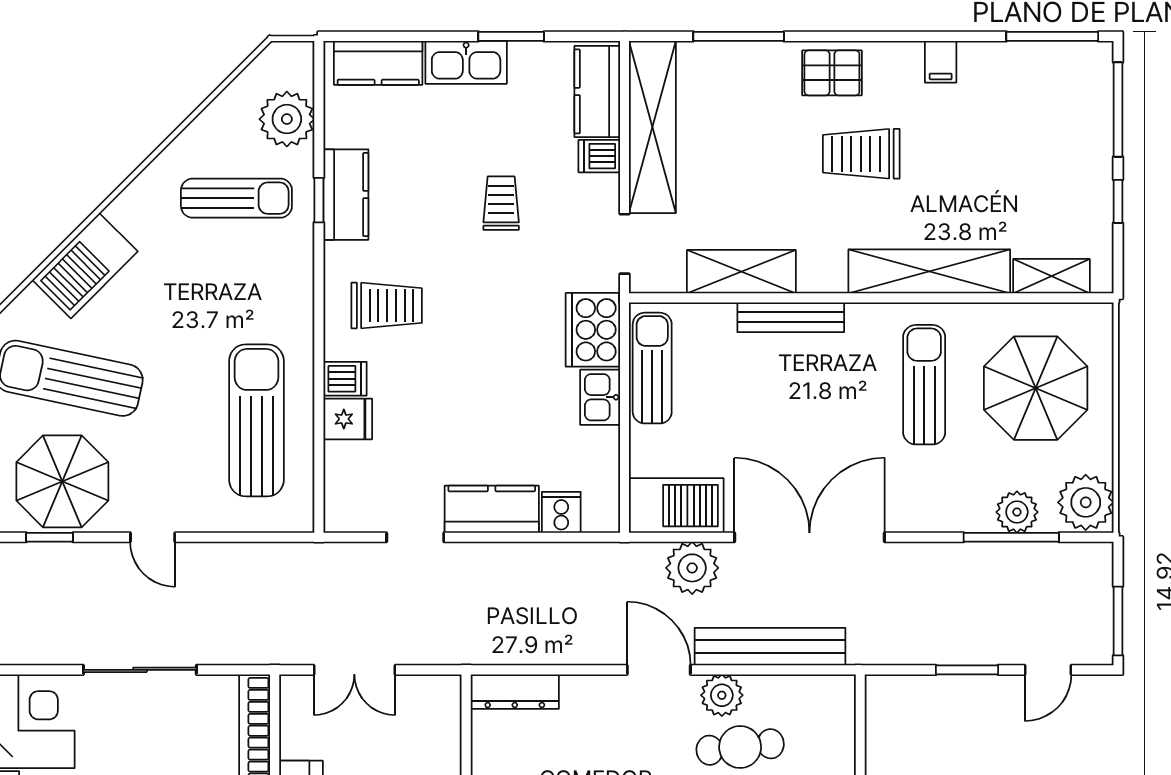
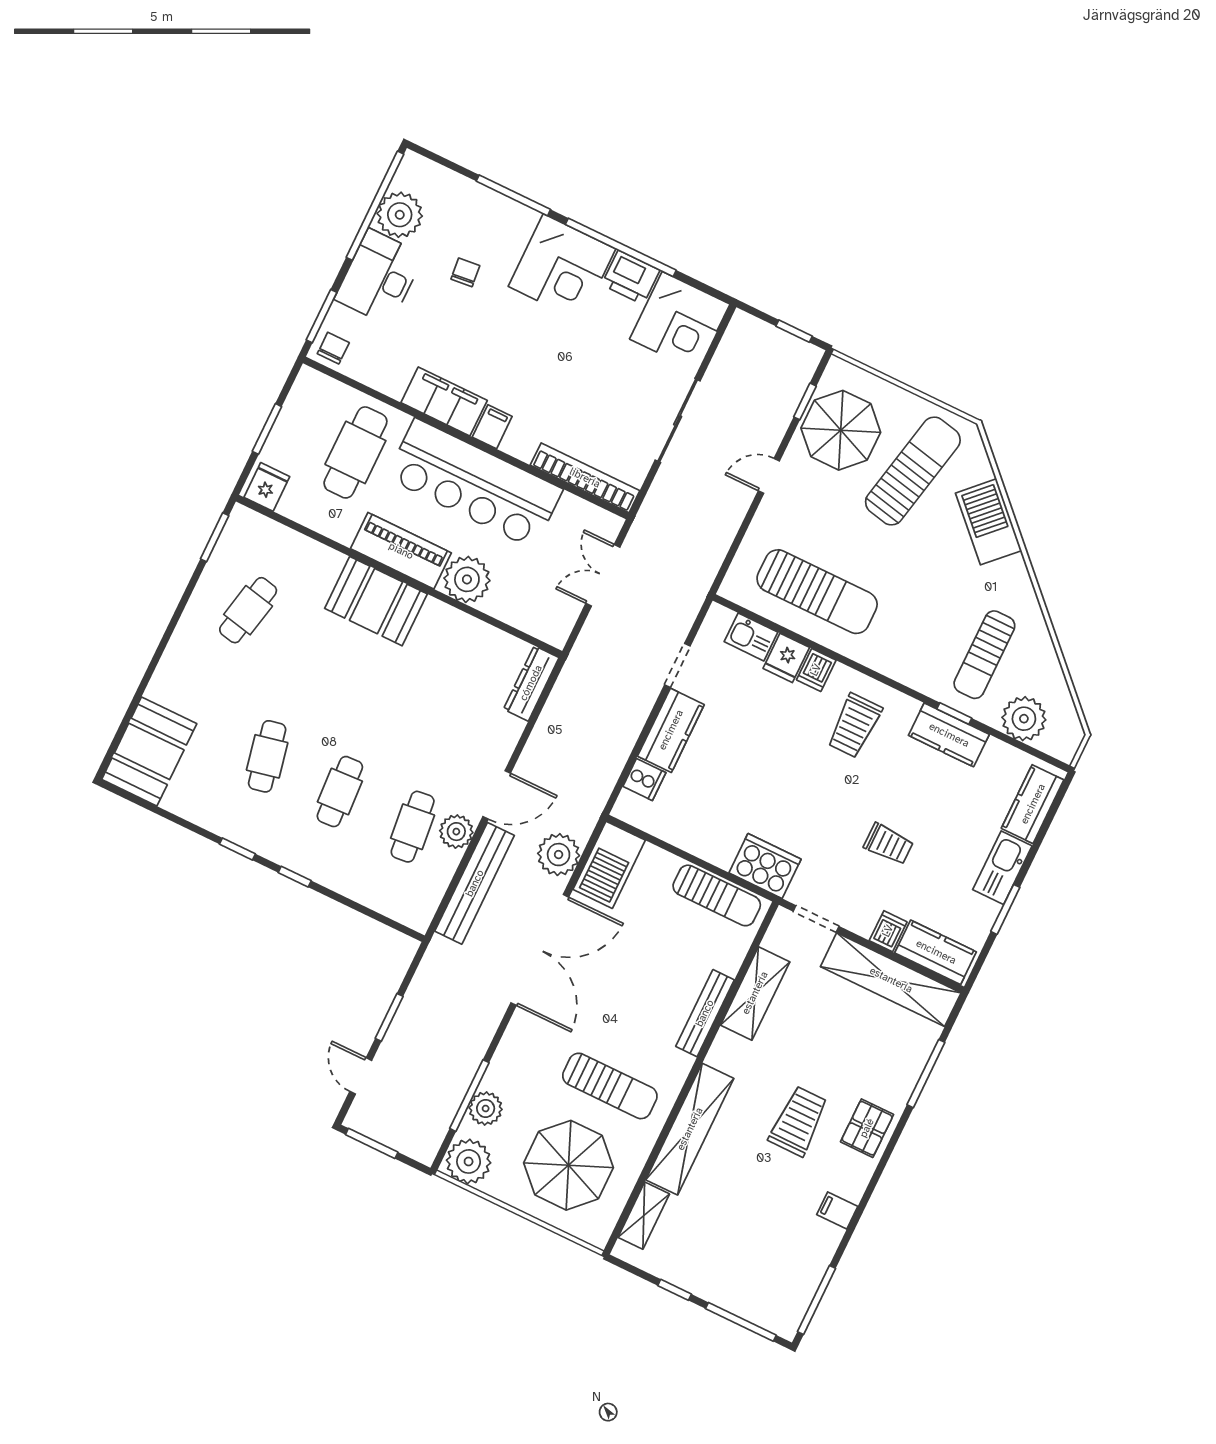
kitchen sink: (600, 397) -> (751, 637), moved, turned 180

